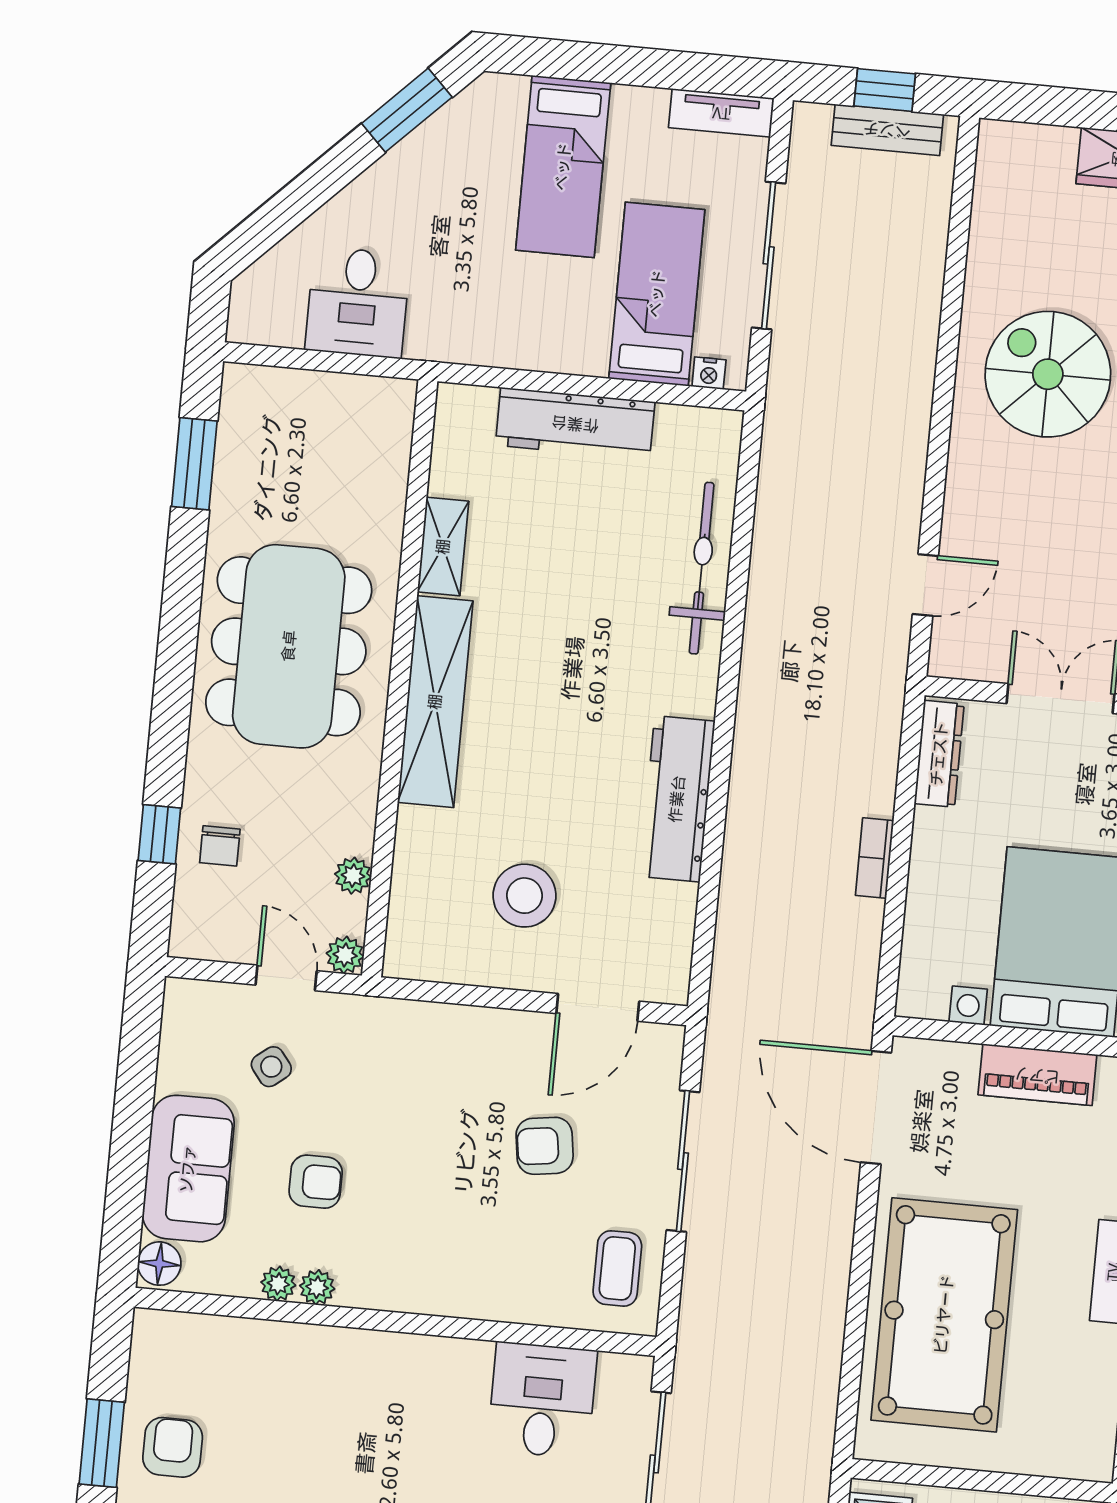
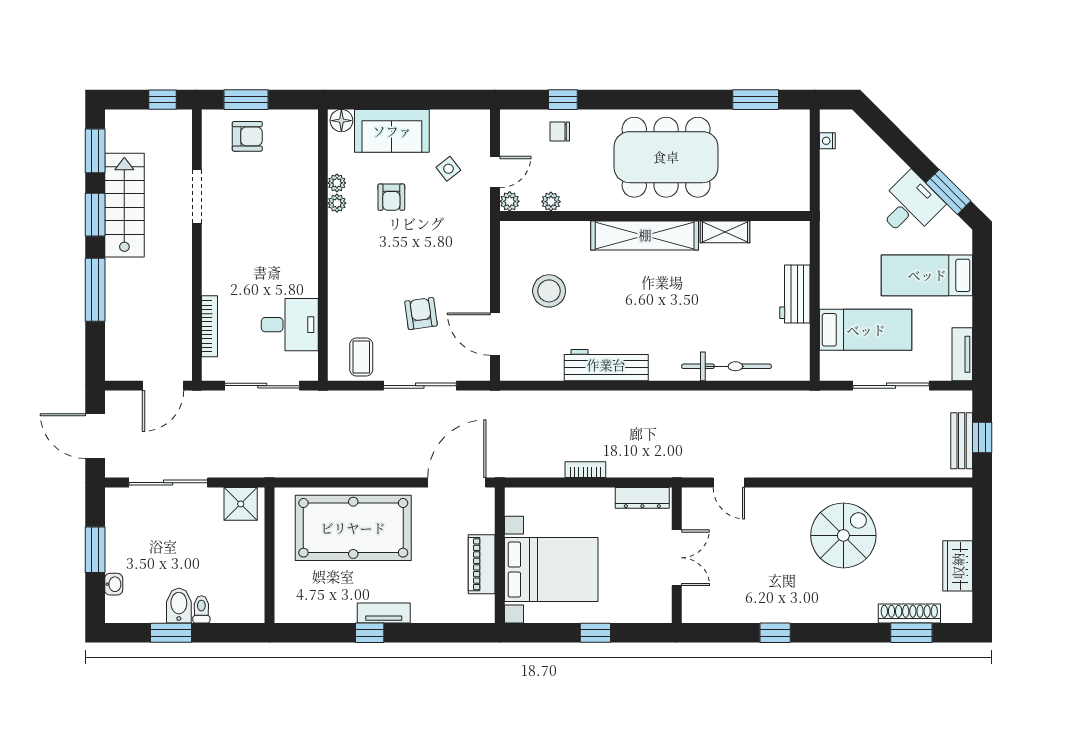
desk: (358, 302) -> (910, 205), moved, turned 135
nightstand: (709, 373) -> (827, 141), moved
workbench: (575, 424) -> (795, 294), width x0.73
coffee table: (617, 1268) -> (361, 357), turned 90

